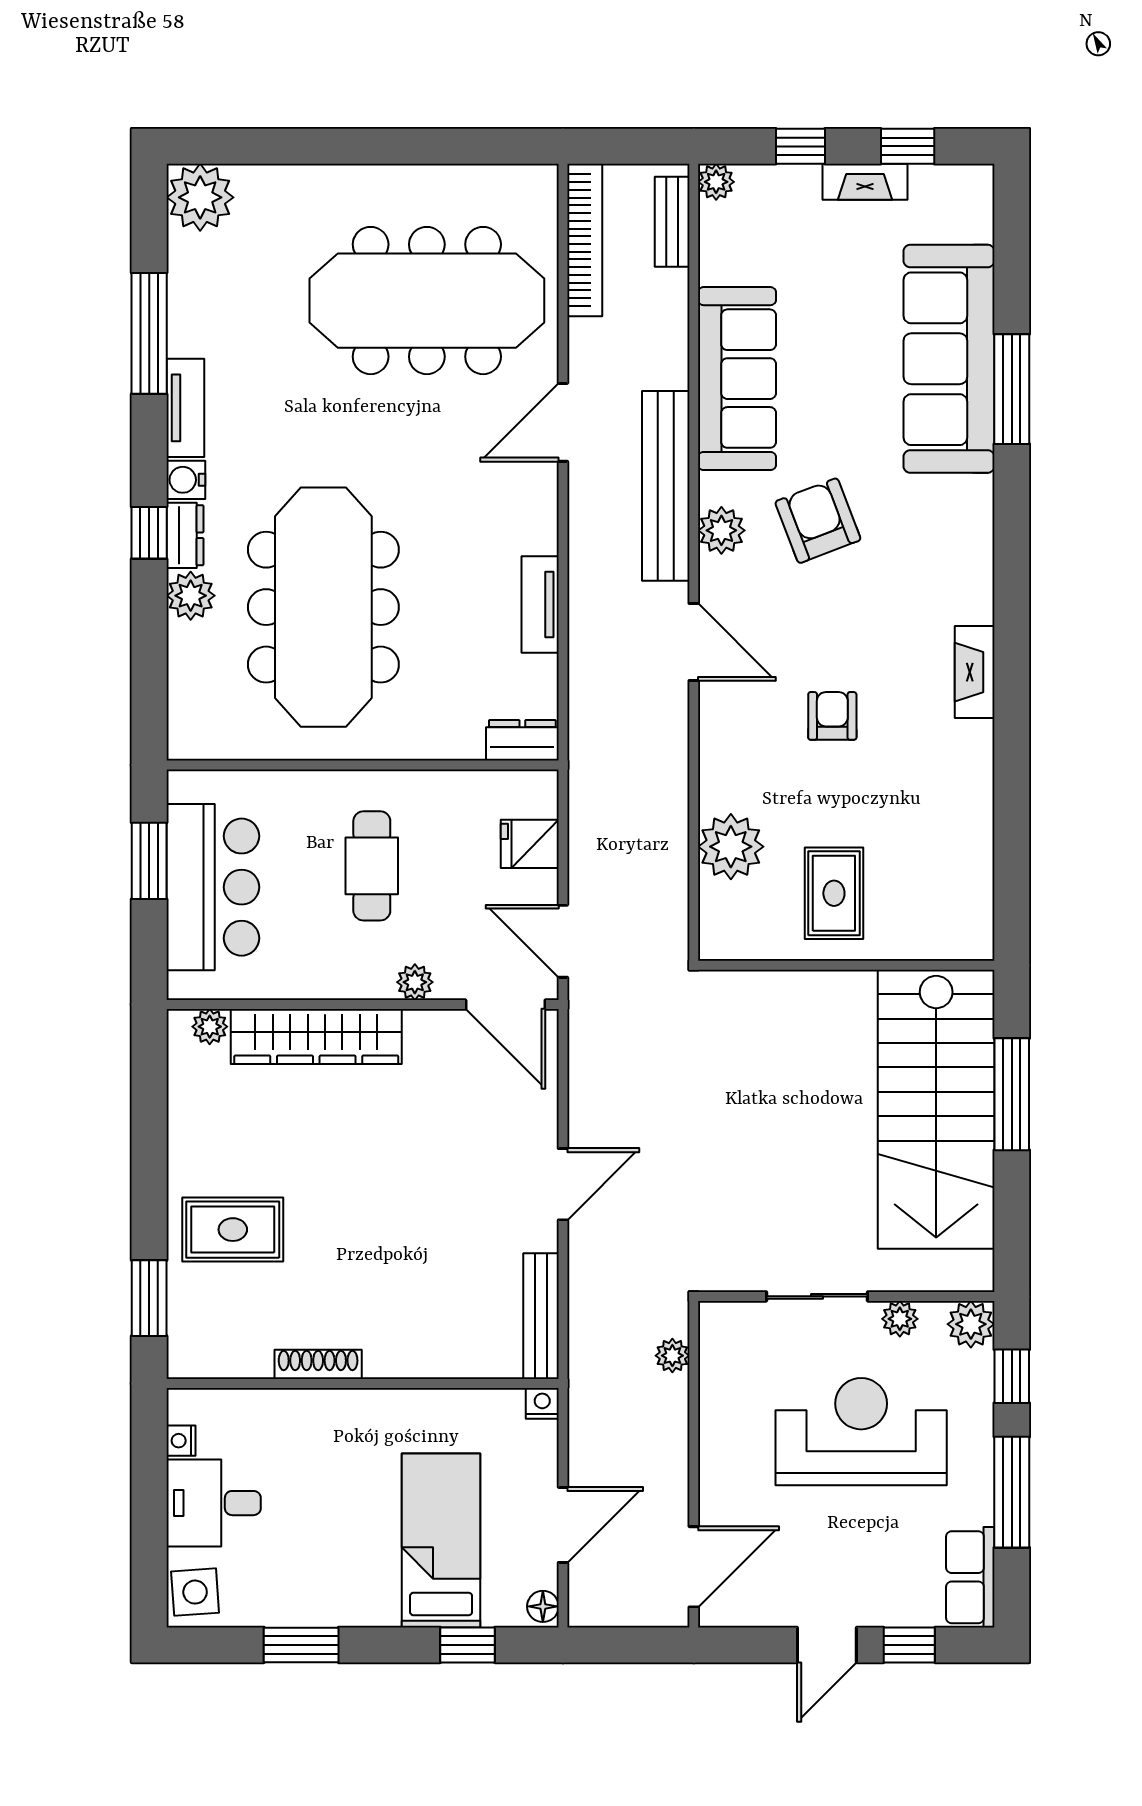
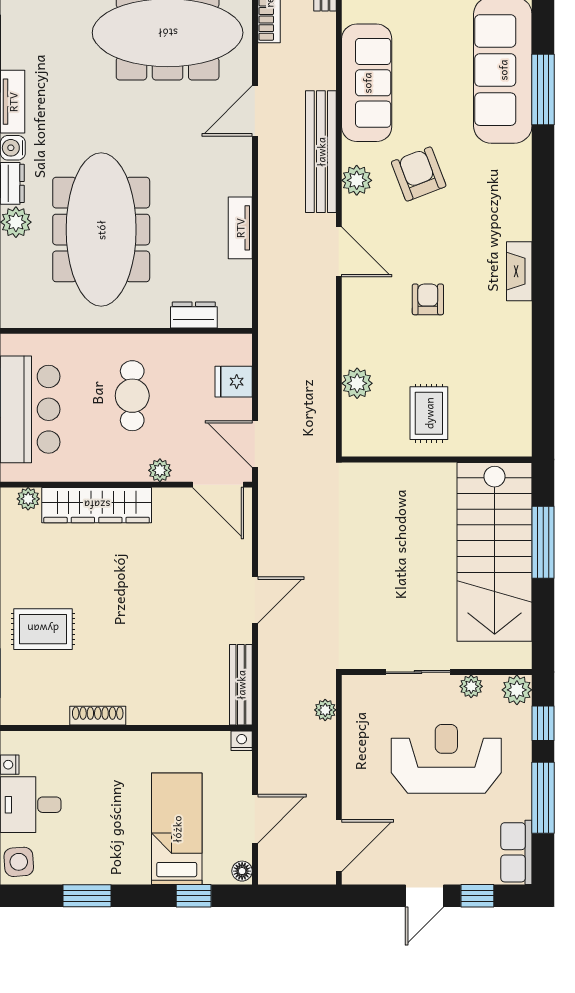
dresser: (522, 740) -> (194, 315), moved
plant: (731, 847) -> (357, 383), width x0.73, depth x0.73

